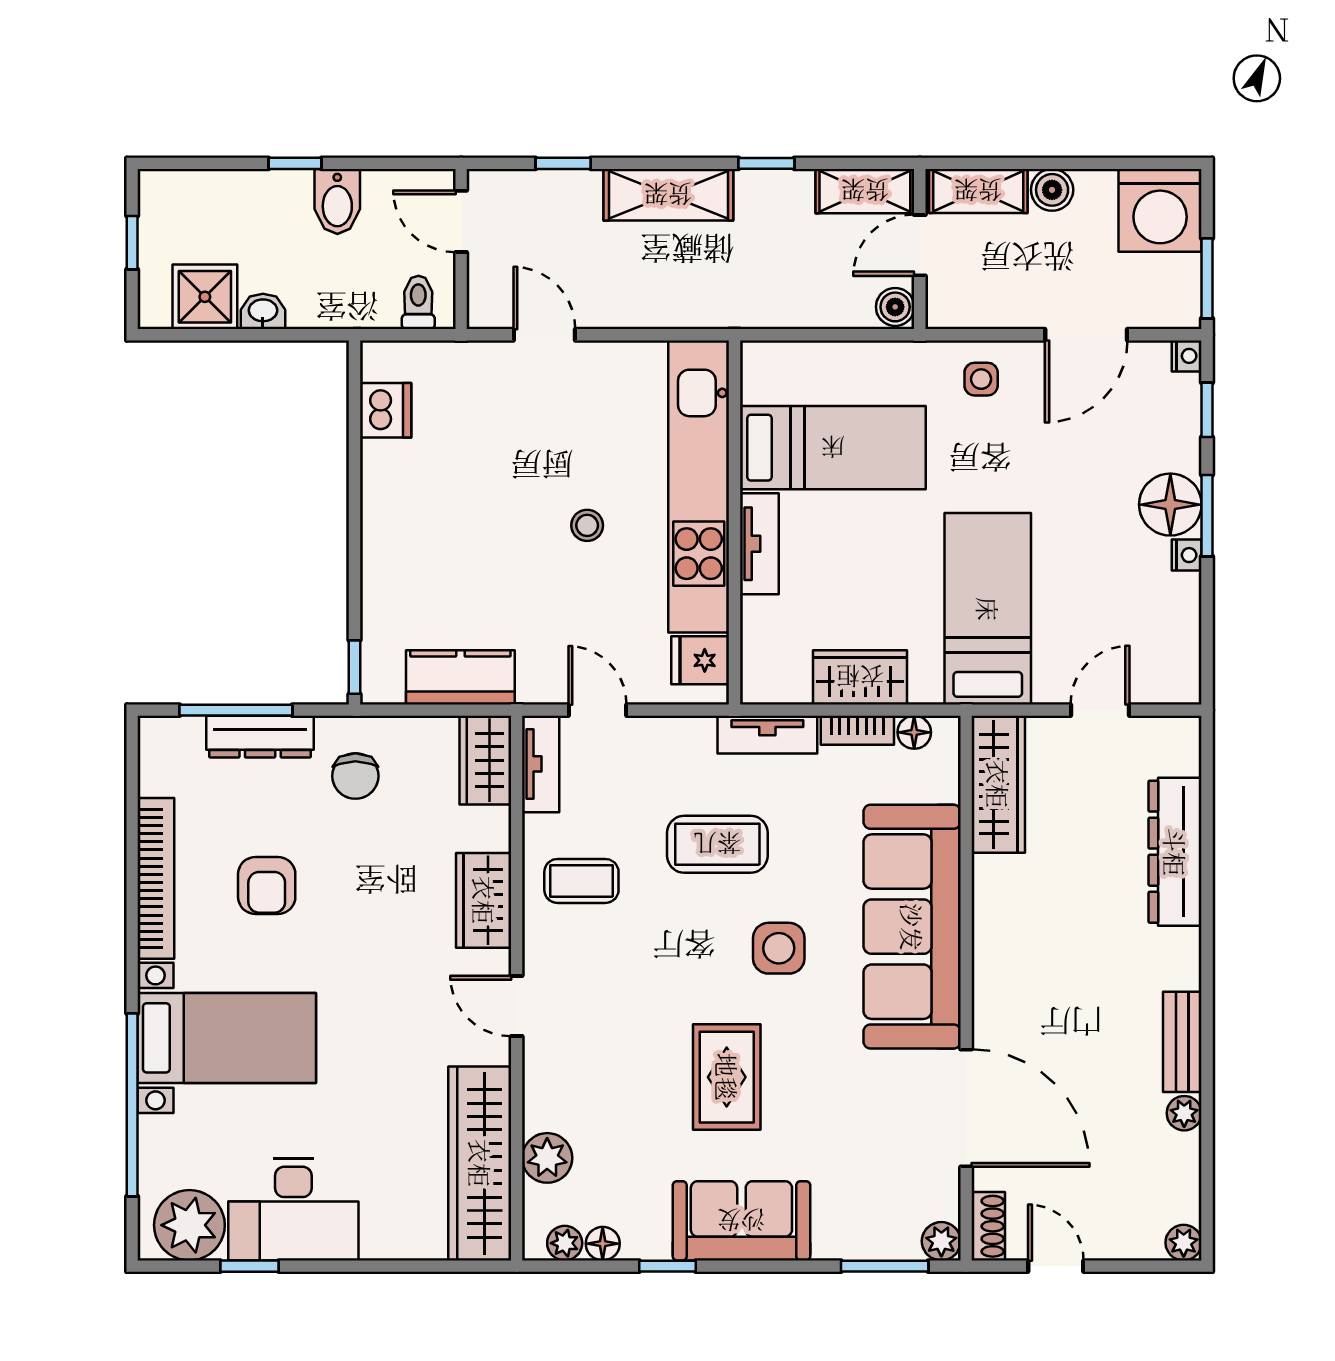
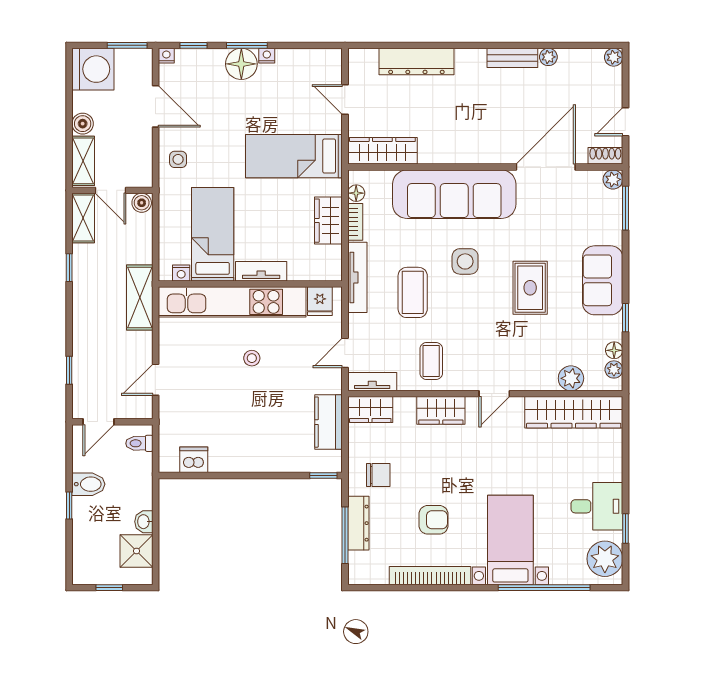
shelving: (668, 195) -> (140, 298), moved
nightstand: (756, 385) -> (181, 273), added
tv unit: (767, 735) -> (357, 277), width x1.41
rug: (727, 1077) -> (530, 288), turned 90
desk: (293, 1209) -> (597, 506), width x0.73

